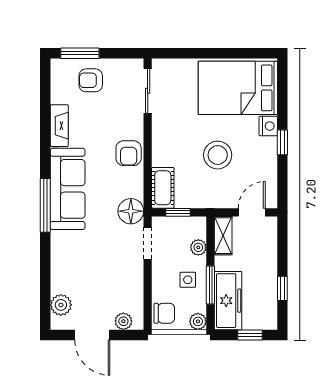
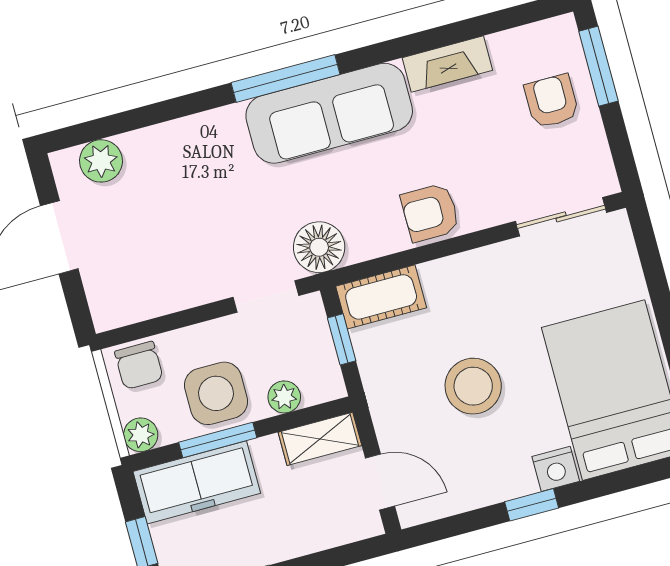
side table: (188, 280) -> (216, 393), width x1.87, depth x1.87
plant: (123, 321) -> (102, 290), removed

